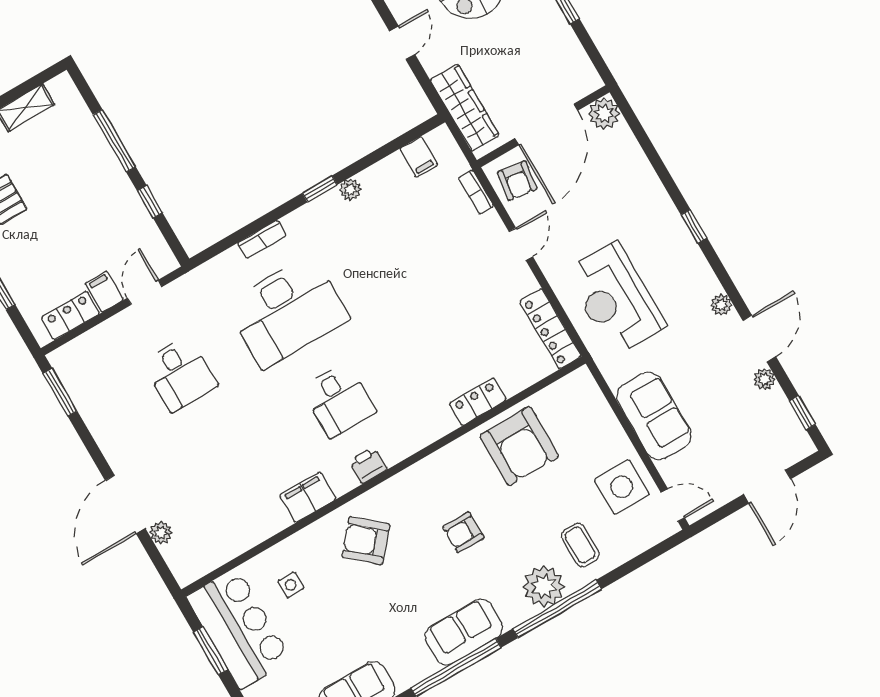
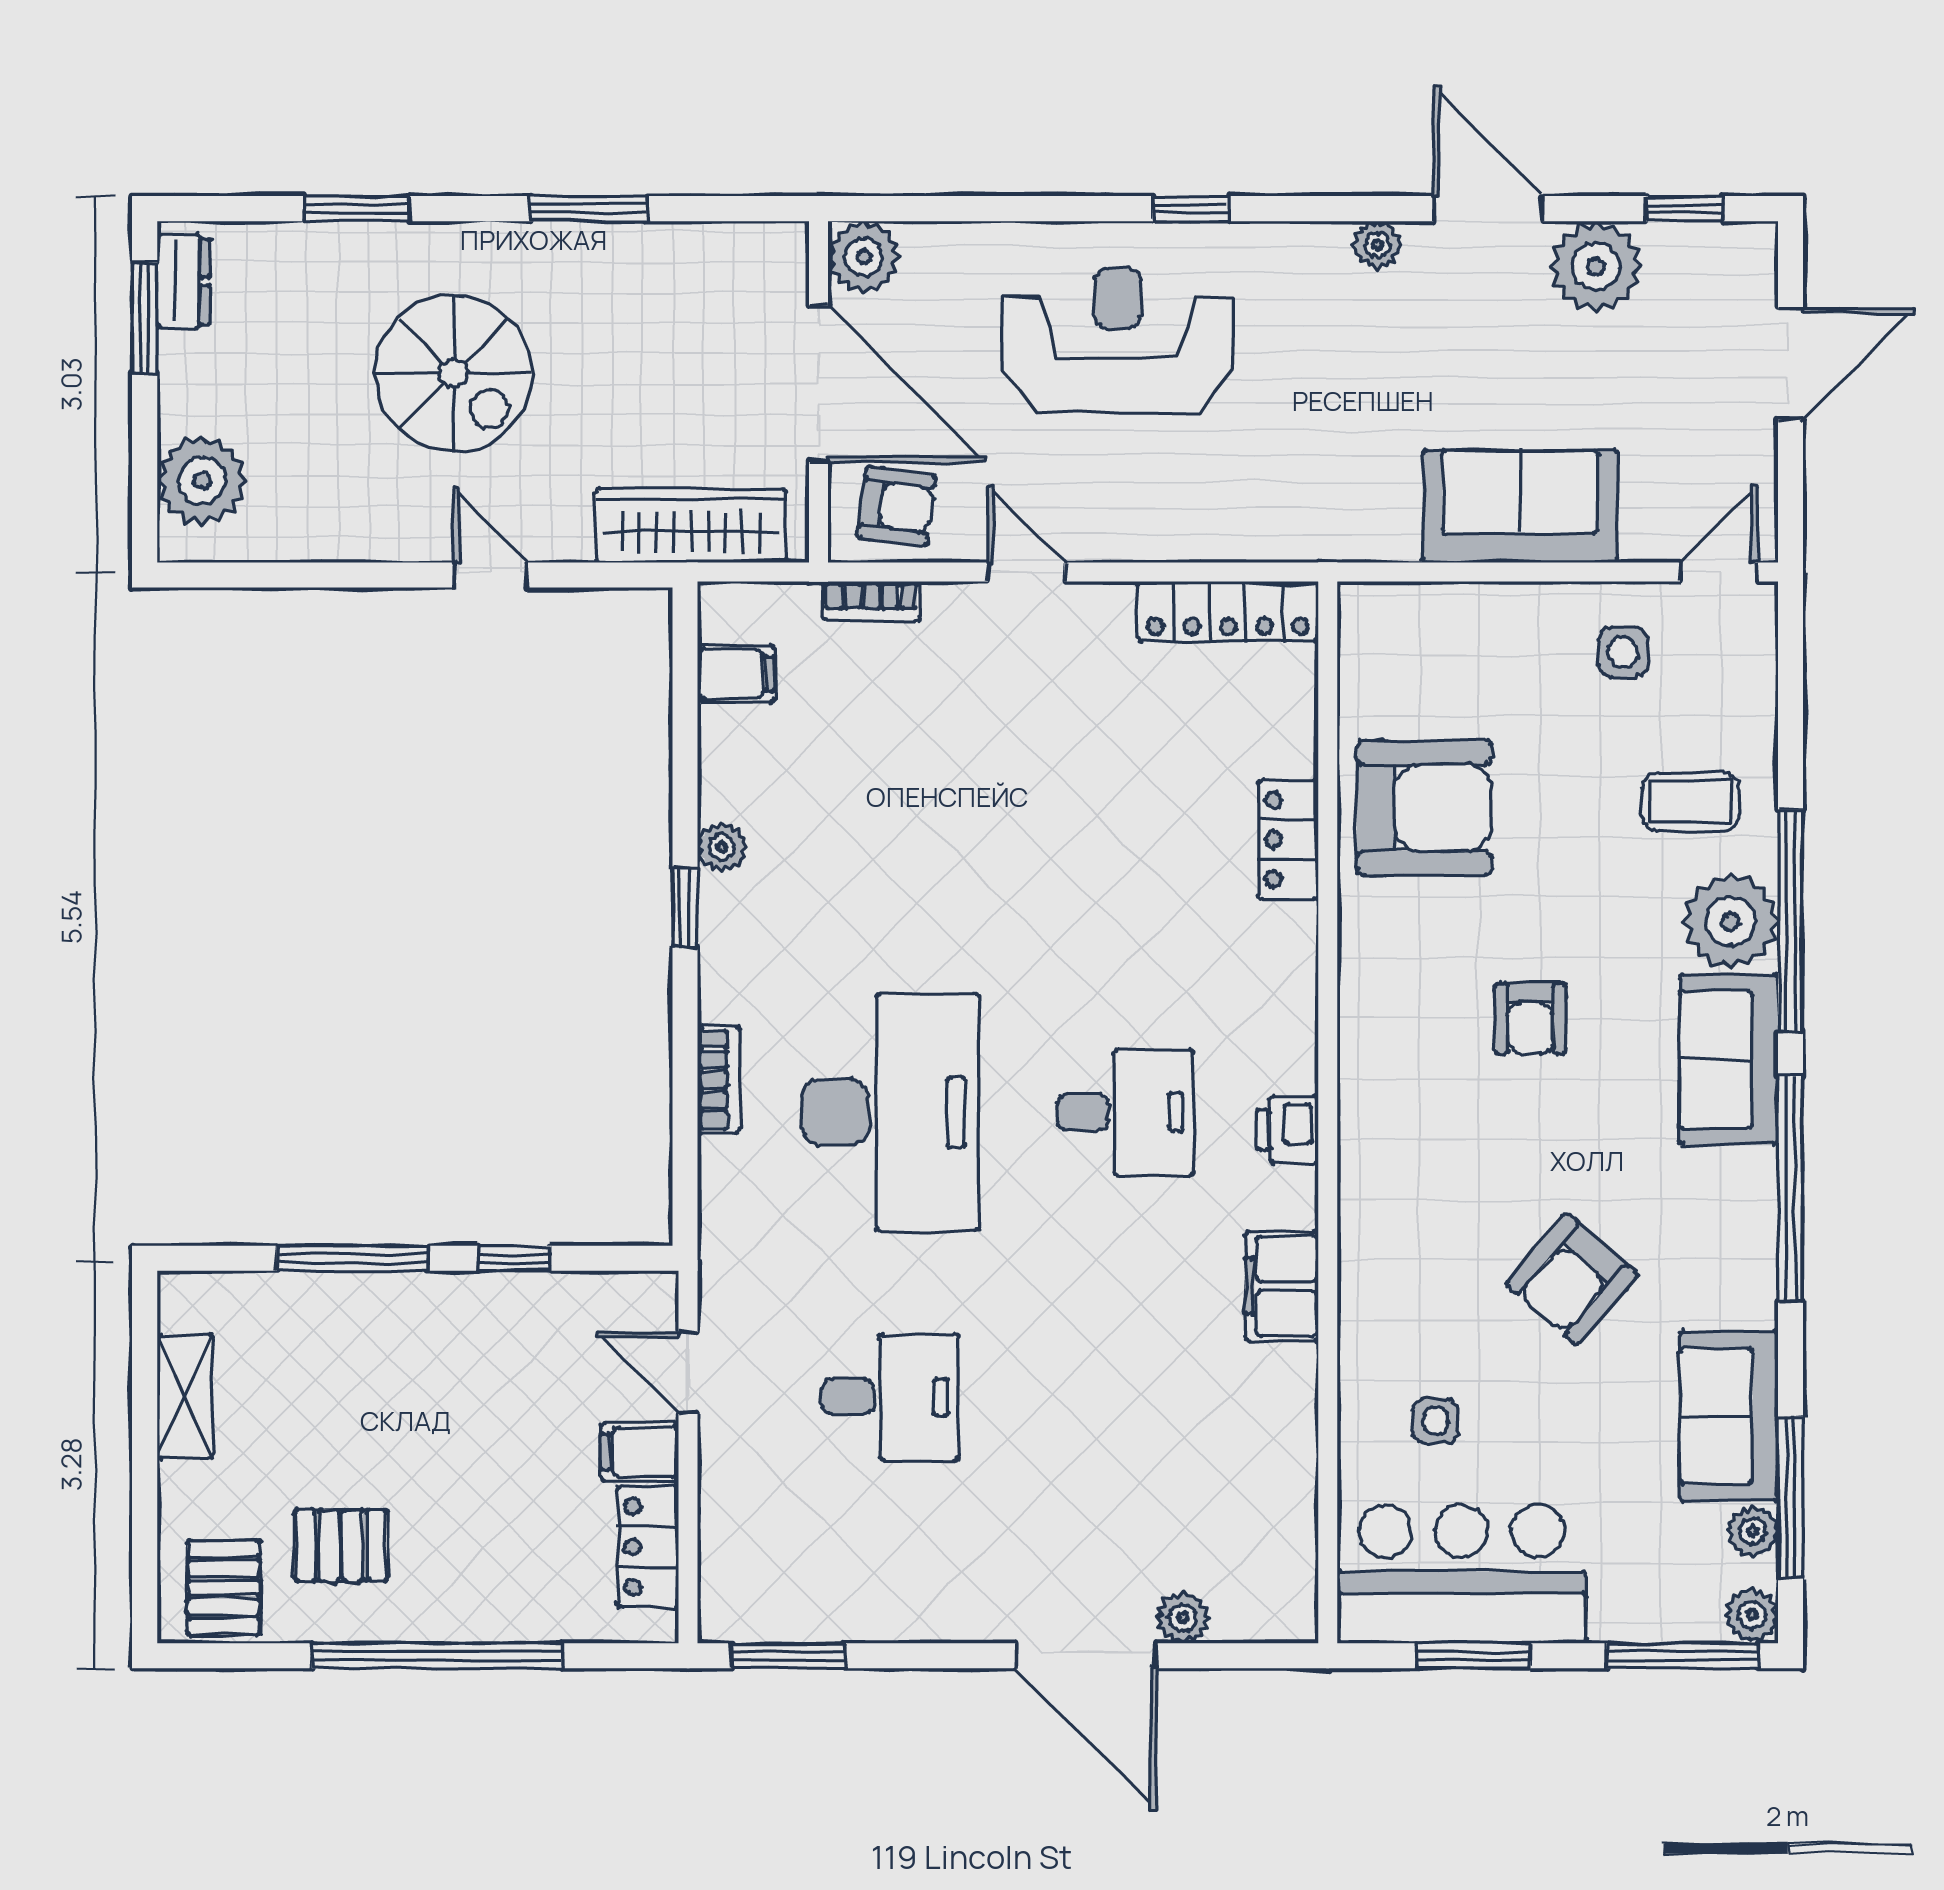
reception desk: (615, 299) -> (1118, 340), moved, turned 180
plant: (764, 379) -> (1596, 267), width x1.88, depth x1.88
side table: (622, 487) -> (1623, 652), width x0.54, depth x0.54
door: (767, 487) -> (1790, 364), hinge flipped
armchair: (366, 541) -> (1572, 1279), moved
sofa: (464, 632) -> (1729, 1059), moved

